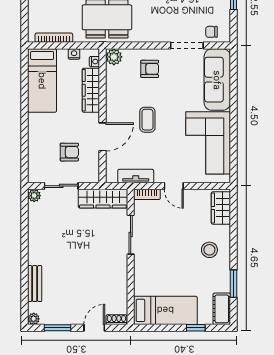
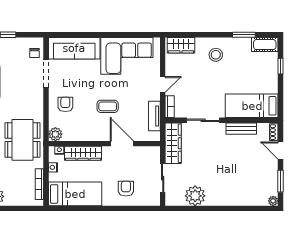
armchair: (69, 152) -> (126, 189), moved
plant: (34, 196) -> (195, 196), moved, width x1.88, depth x1.88
bench: (35, 284) -> (241, 129), moved
bed: (165, 310) -> (252, 106), moved, turned -90

